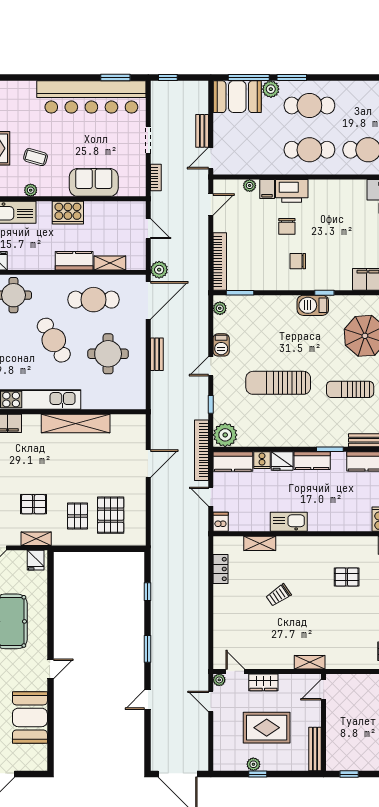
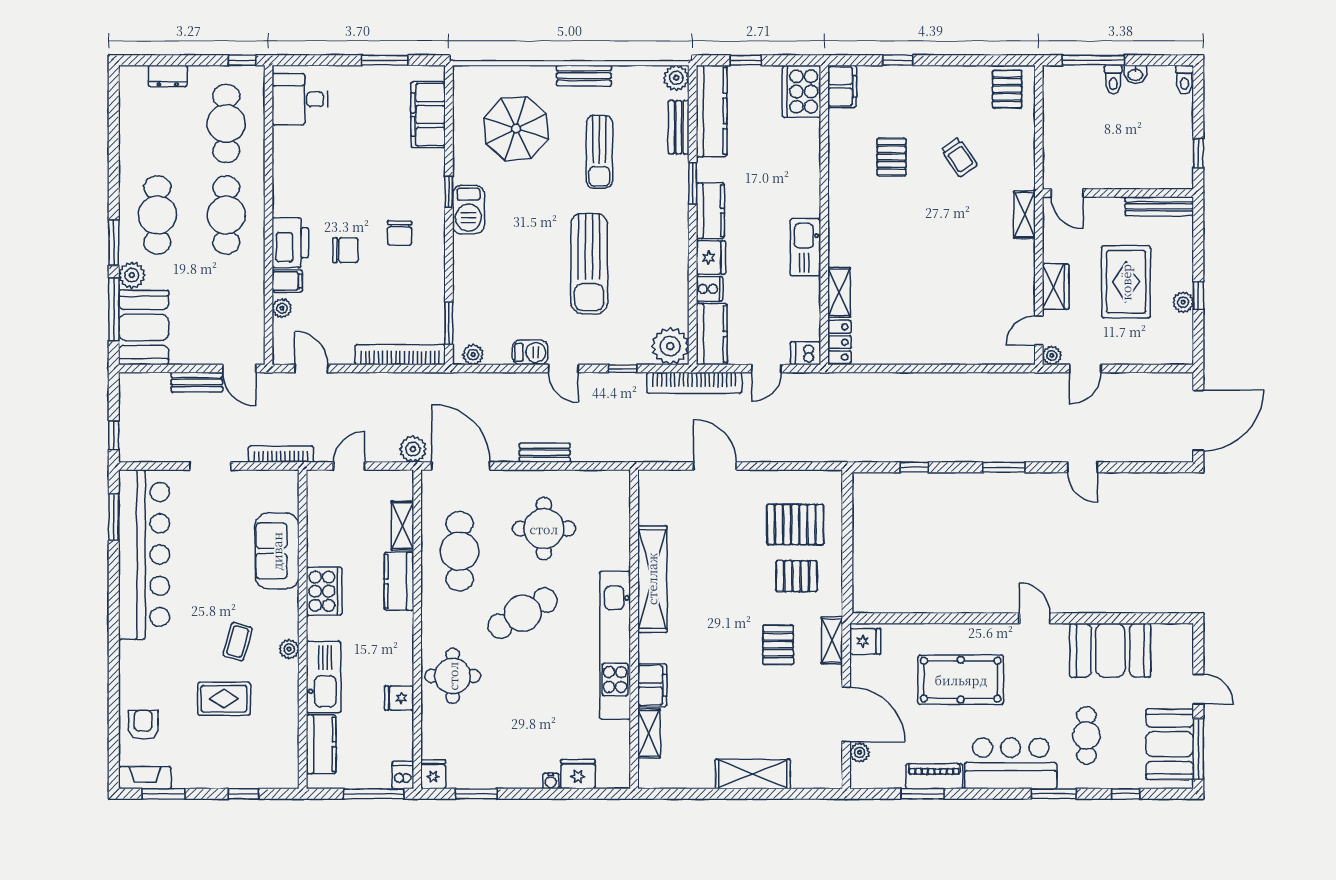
bookcase: (156, 177) -> (281, 454), width x1.56
locker: (221, 569) -> (839, 342), moved, turned 90
trolley: (279, 595) -> (959, 157), moved

